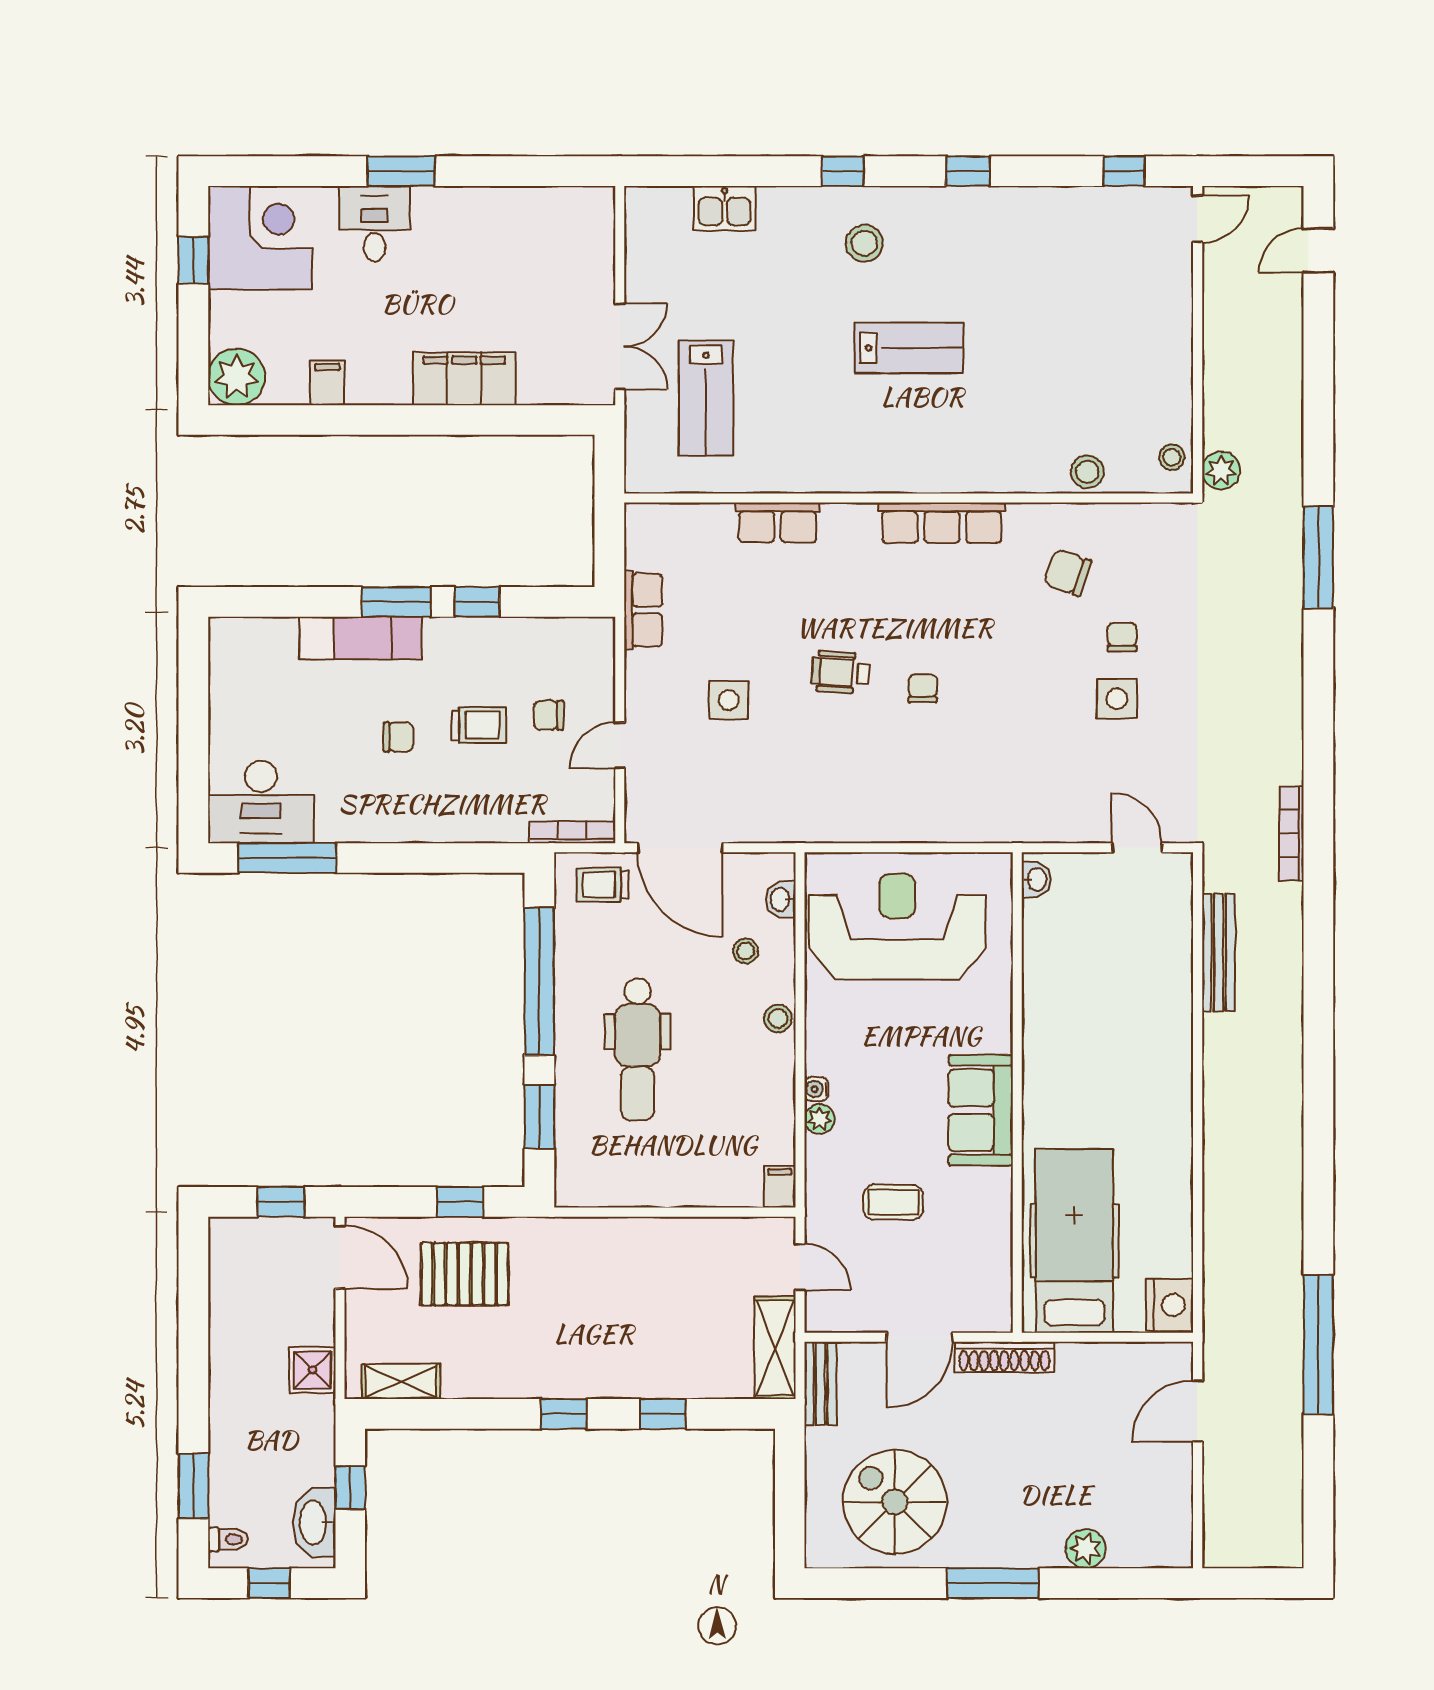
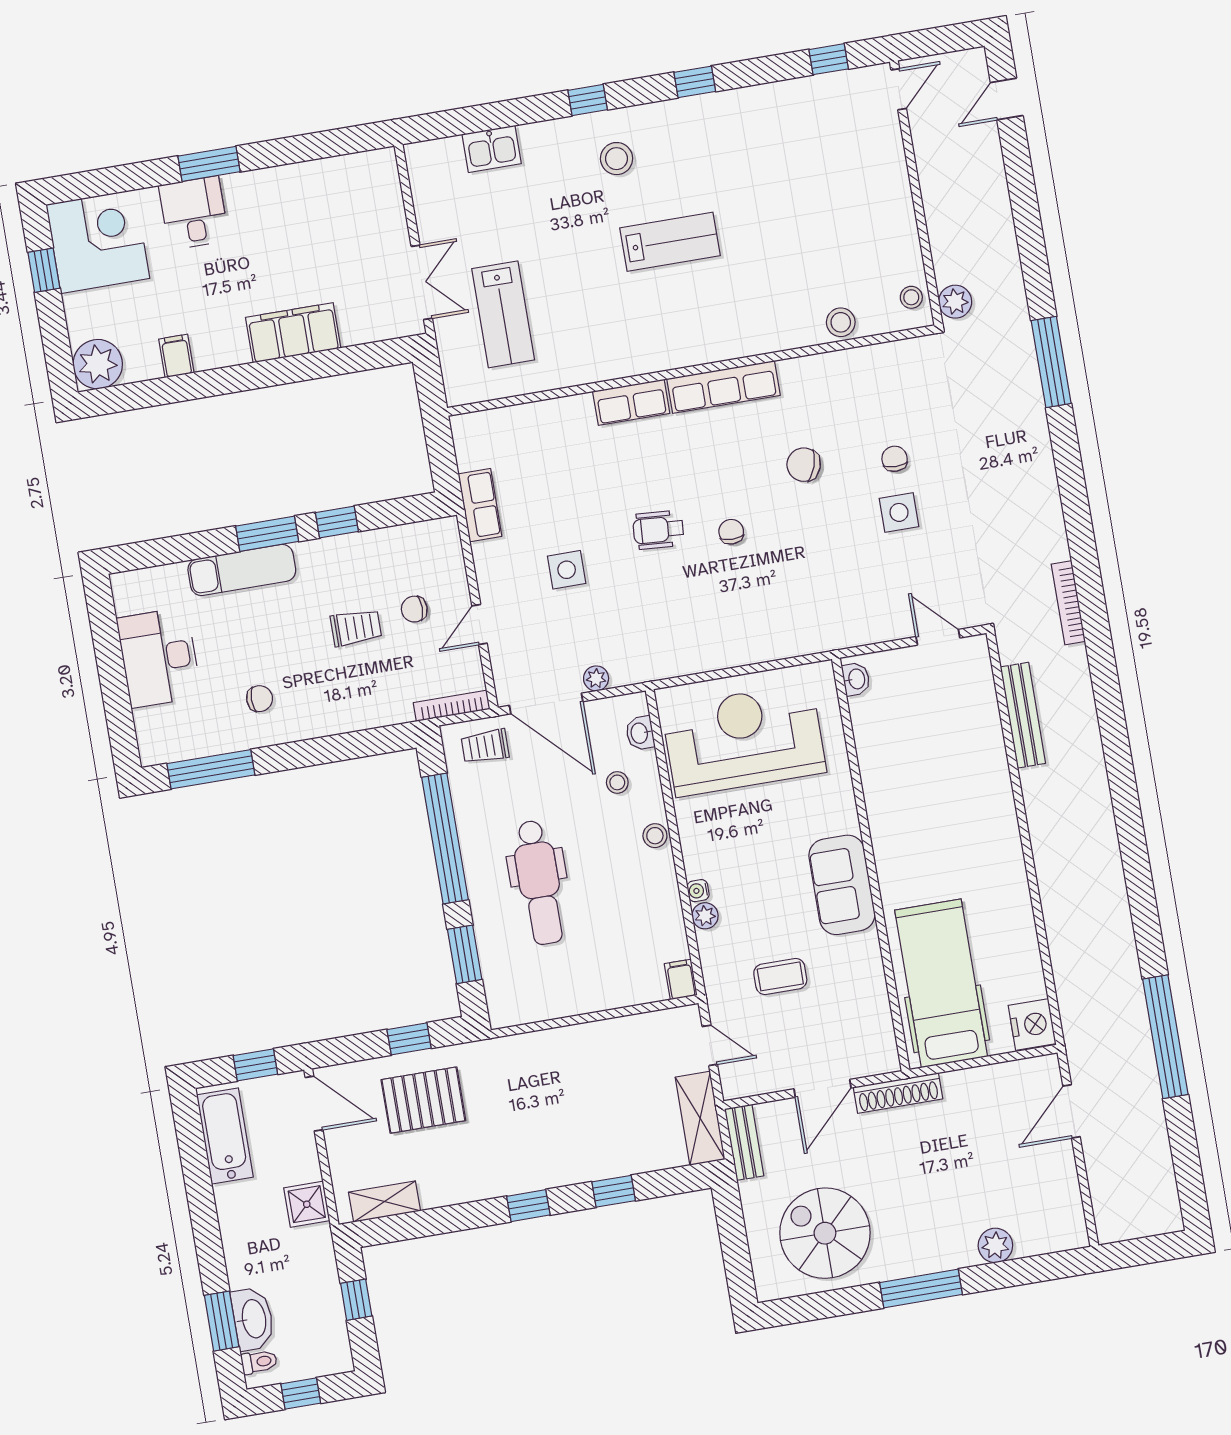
row of seats: (778, 522) -> (631, 402), moved
chair: (1068, 573) -> (804, 465), moved
chair: (398, 737) -> (260, 699), moved
desk: (261, 802) -> (159, 657), moved, turned 90
plant: (741, 829) -> (596, 678), added
bathtub: (233, 1277) -> (225, 1136), added
washbasin: (314, 1523) -> (253, 1319), moved, turned 180

